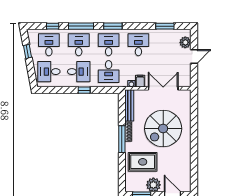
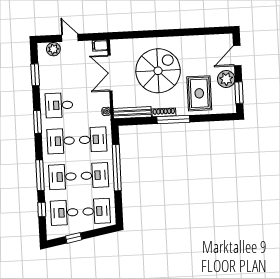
window: (113, 26) -> (37, 122), moved
desk: (49, 72) -> (96, 211), turned -90
desk: (79, 72) -> (95, 175), turned 90
filing cabinet: (140, 81) -> (100, 46), moved
window: (84, 90) -> (117, 168), width x3.17
spiral stairs: (163, 129) -> (158, 71), turned -90

